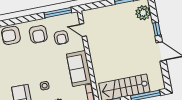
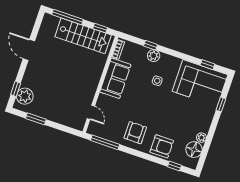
window: (157, 29) -> (16, 89), moved
armchair: (61, 38) -> (115, 117), removed

